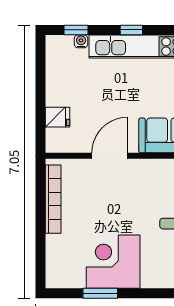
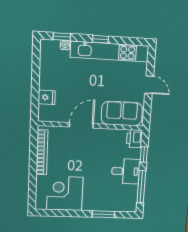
corner desk: (113, 262) -> (65, 193), moved
window: (100, 293) -> (103, 214), moved

